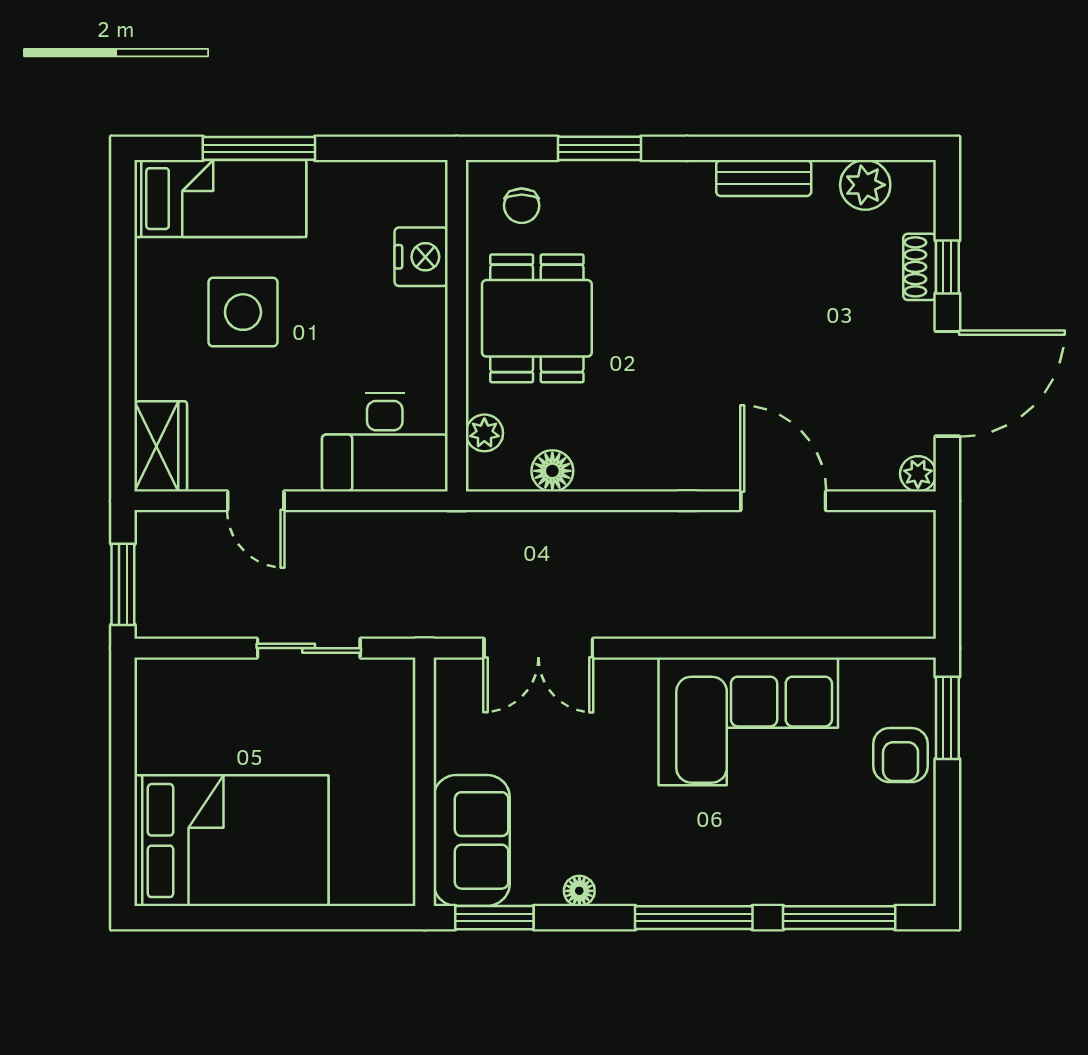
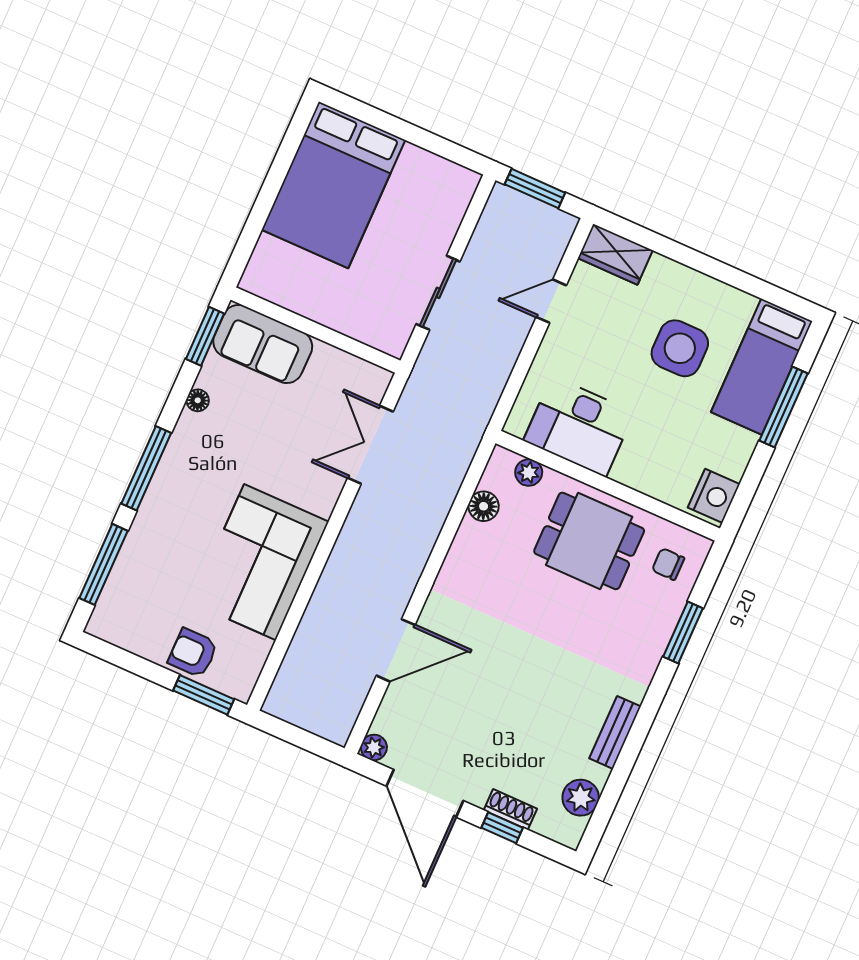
nightstand: (421, 257) -> (714, 496), moved, turned -90
desk: (385, 442) -> (579, 426), moved, turned -90

